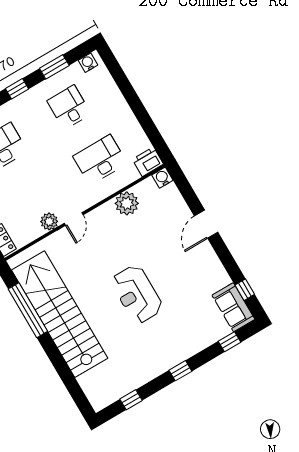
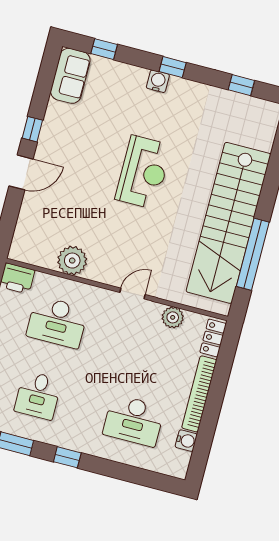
water cooler: (162, 178) -> (158, 81), moved, turned 180
plant: (49, 221) -> (173, 317), moved
window: (245, 290) -> (32, 129), moved

